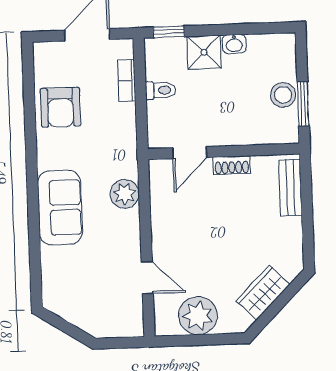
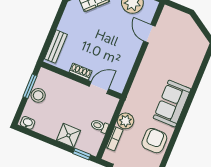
washbasin: (234, 44) -> (28, 123), moved
plant: (125, 194) -> (125, 121), moved
sofa: (60, 208) -> (172, 104), moved

